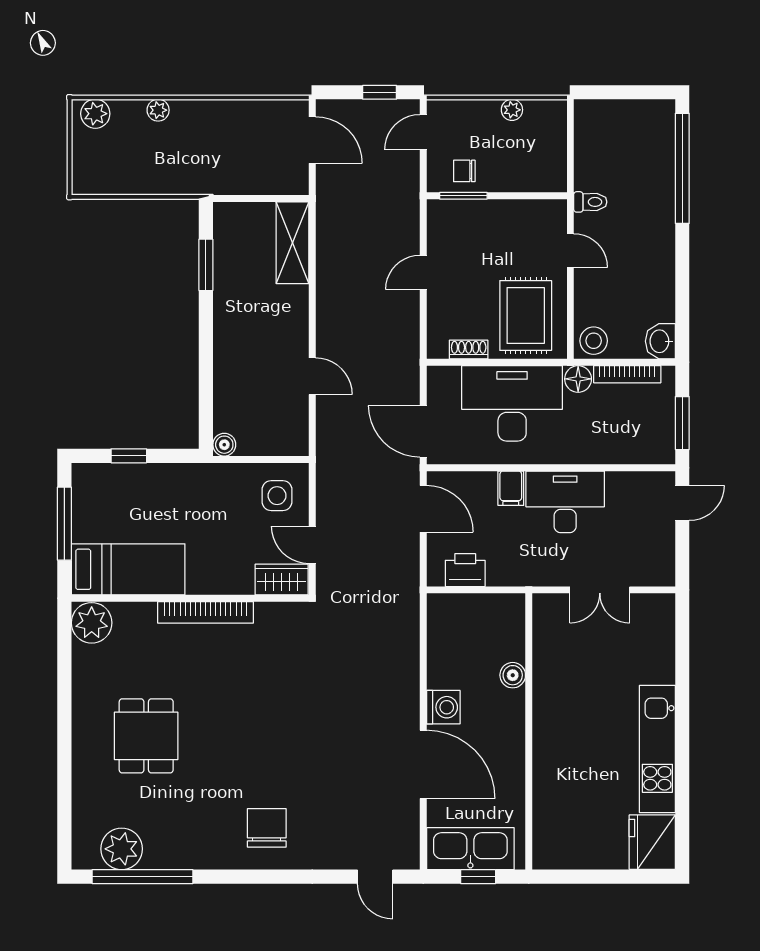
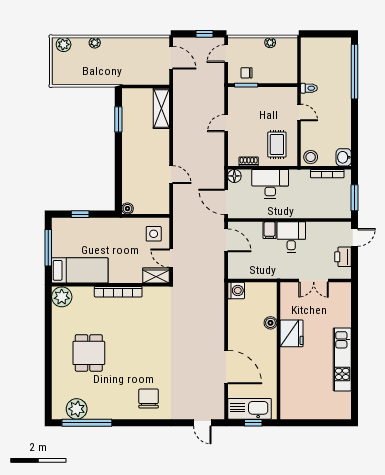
rug: (526, 315) -> (277, 145), width x0.73, depth x0.70
floor lamp: (578, 379) -> (234, 176), moved
desk: (512, 403) -> (270, 184), width x0.73, depth x0.77
desk: (565, 502) -> (291, 237), width x0.73
printer: (465, 570) -> (343, 257), moved, turned -90
washing machine: (443, 707) -> (236, 291), moved
fridge: (652, 842) -> (292, 333), moved, turned 180

